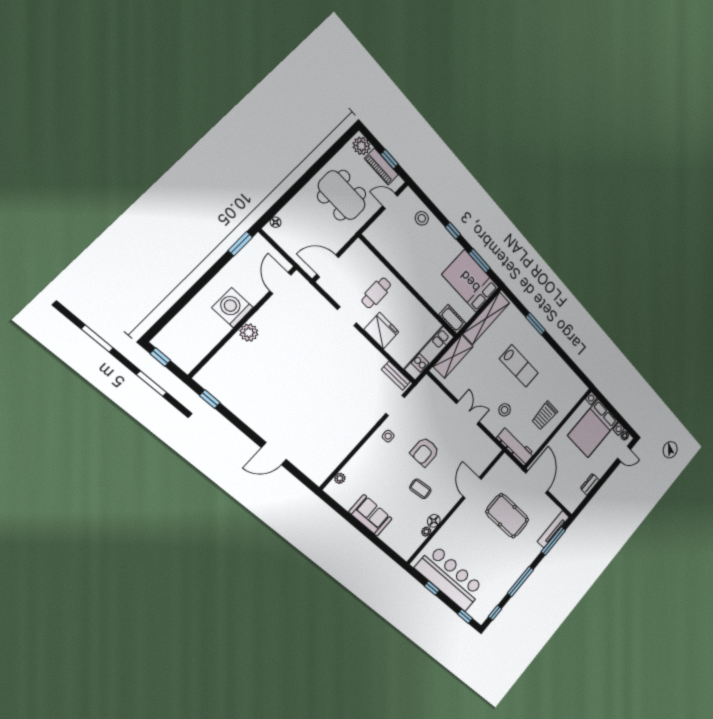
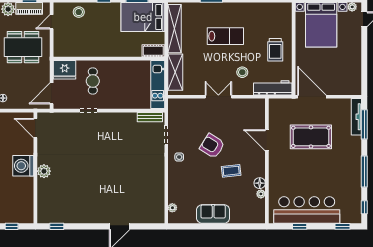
fridge: (381, 331) -> (65, 70), moved, turned 180
armchair: (425, 452) -> (212, 146), turned 122
dresser: (590, 484) -> (356, 63), removed

